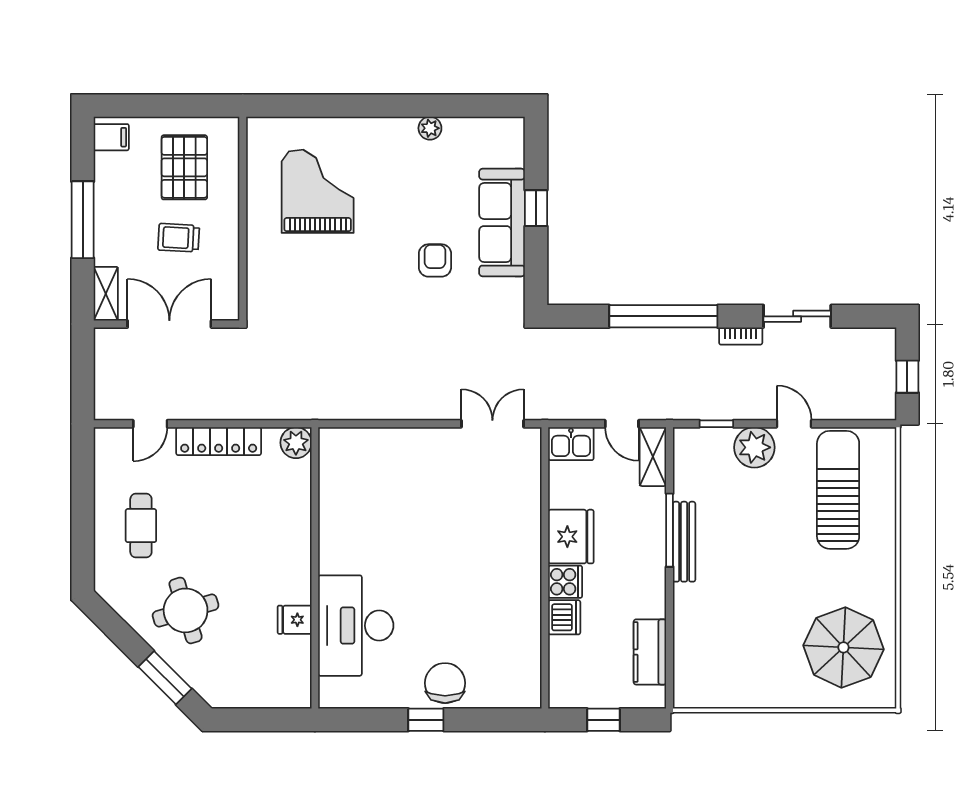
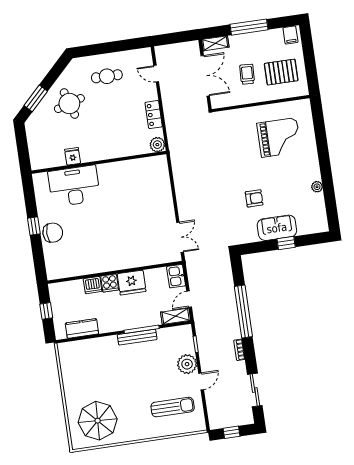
sofa: (502, 223) -> (277, 228), width x0.73
sliding door: (797, 316) -> (255, 390), moved
locker: (219, 441) -> (154, 115), width x0.66
sun lounger: (838, 490) -> (173, 407), width x0.73, depth x0.75

